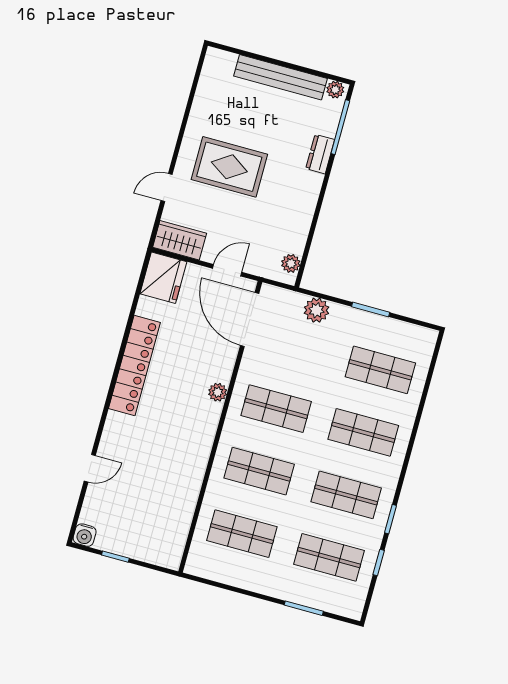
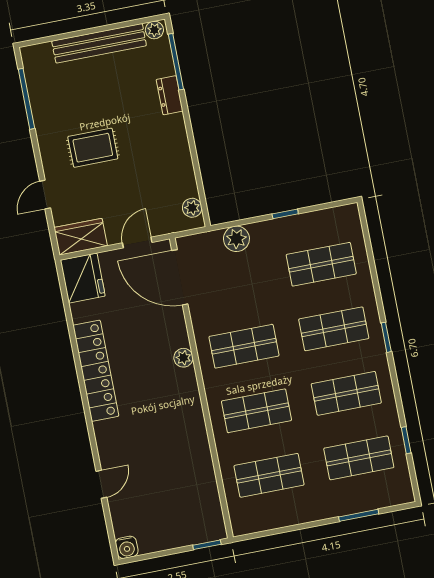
window: (192, 95) -> (26, 99), added
rug: (229, 167) -> (93, 148), width x0.73, depth x0.70
window: (371, 309) -> (285, 214), width x0.67
window: (390, 519) -> (386, 337), moved
window: (115, 557) -> (207, 545), moved

